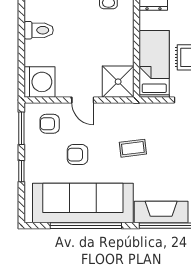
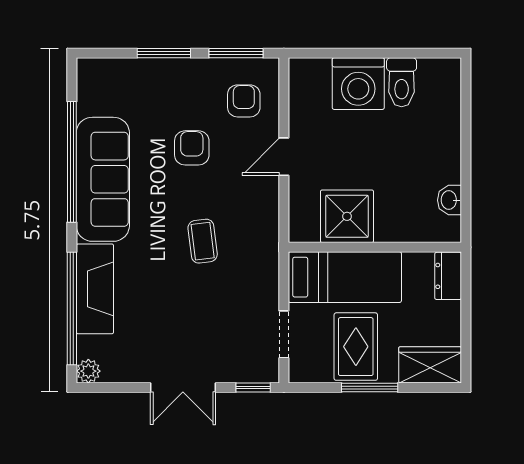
washing machine: (39, 82) -> (358, 84), moved
shower: (118, 82) -> (347, 216), moved
window: (21, 171) -> (164, 53), width x1.50
sofa: (83, 203) -> (103, 179), width x0.74, depth x0.79

